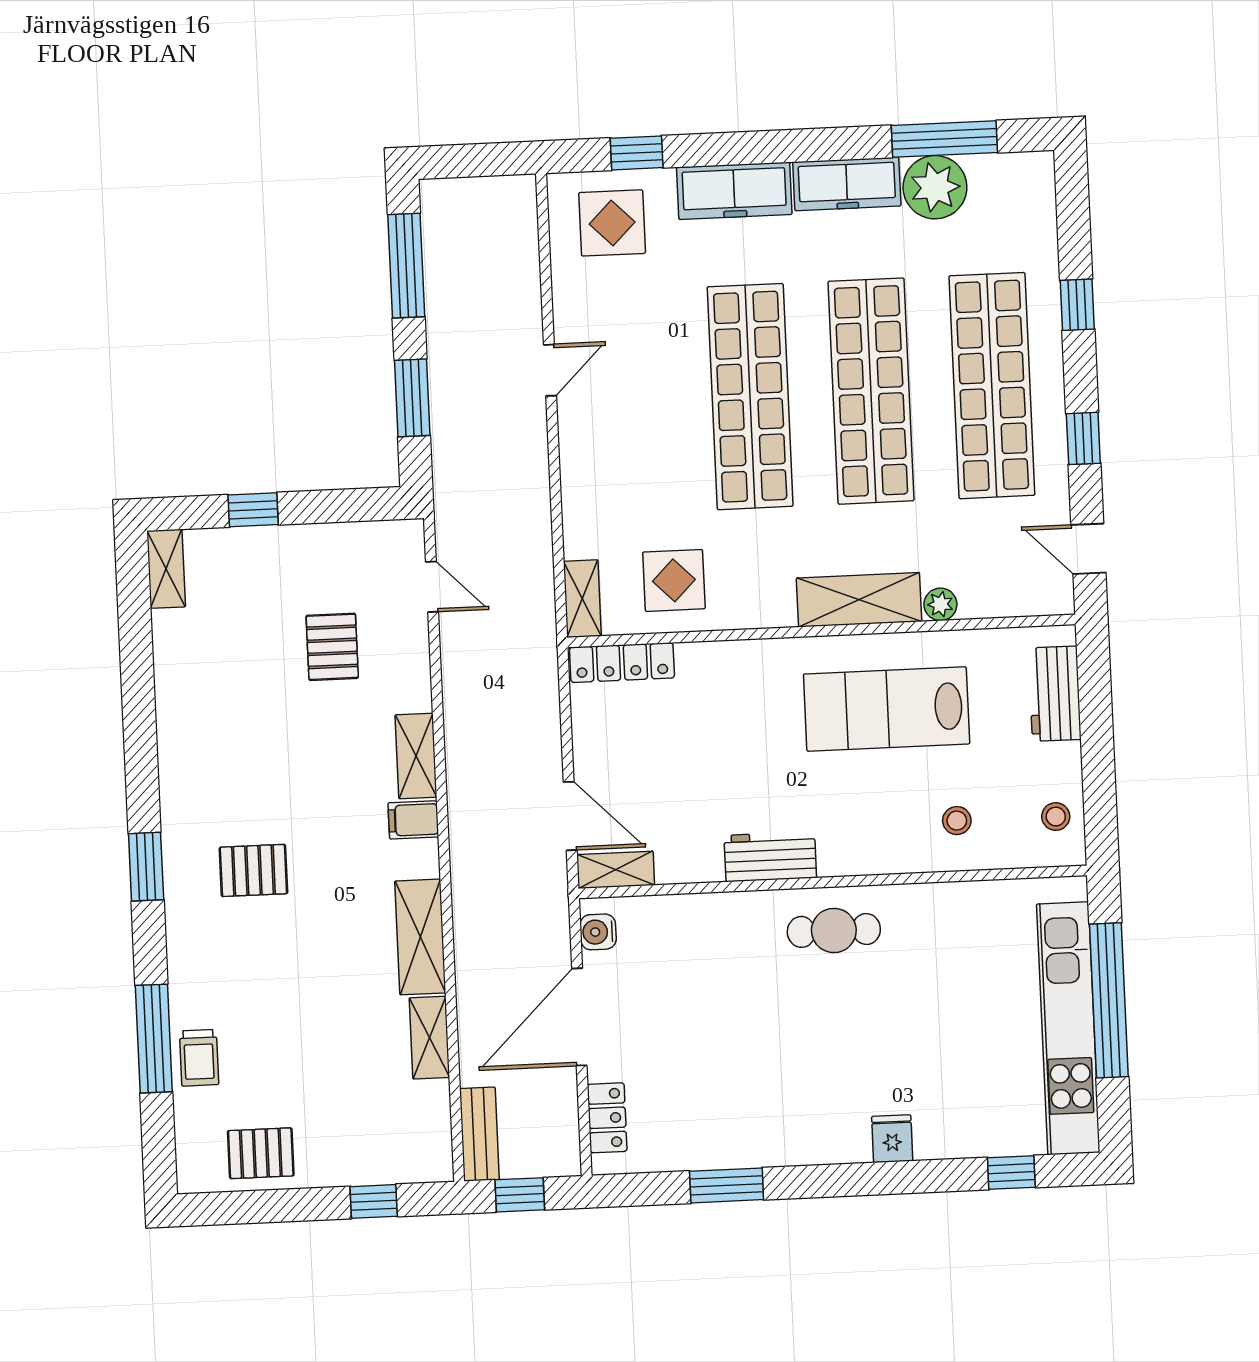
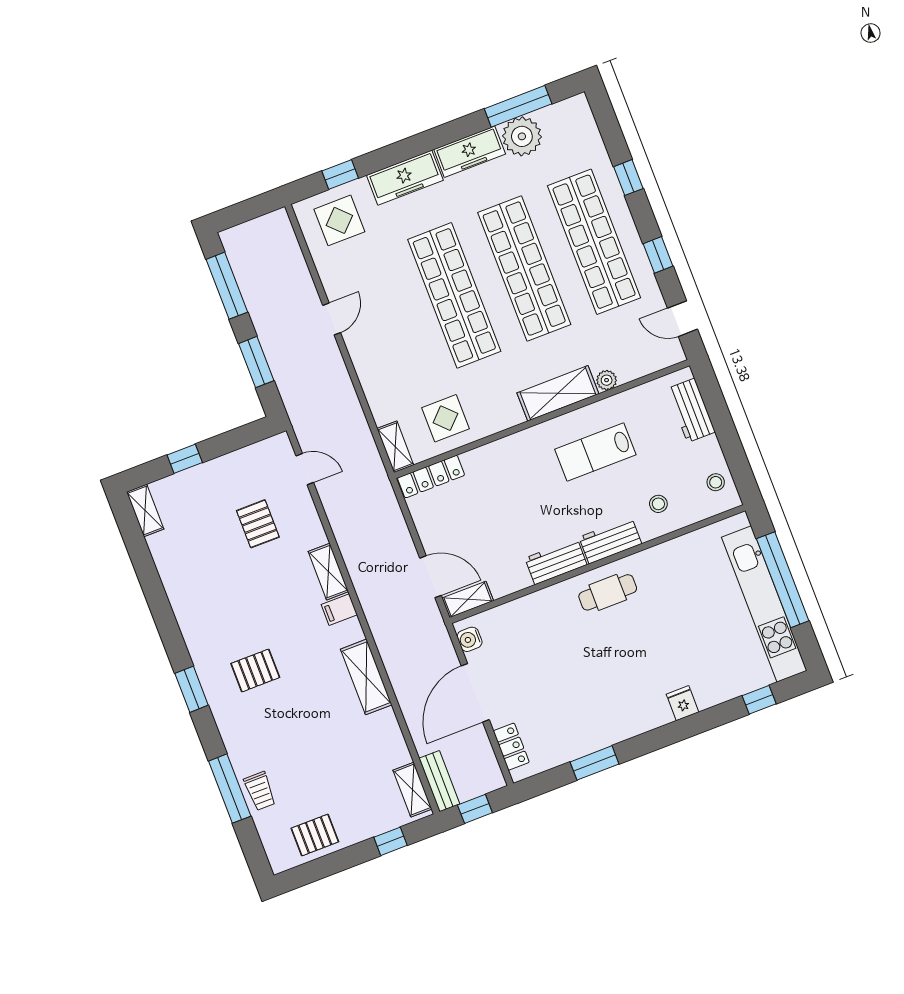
lab bench: (887, 709) -> (595, 452), width x0.73, depth x0.72
workbench: (864, 852) -> (610, 540), added
shelving: (429, 1038) -> (412, 790), moved

